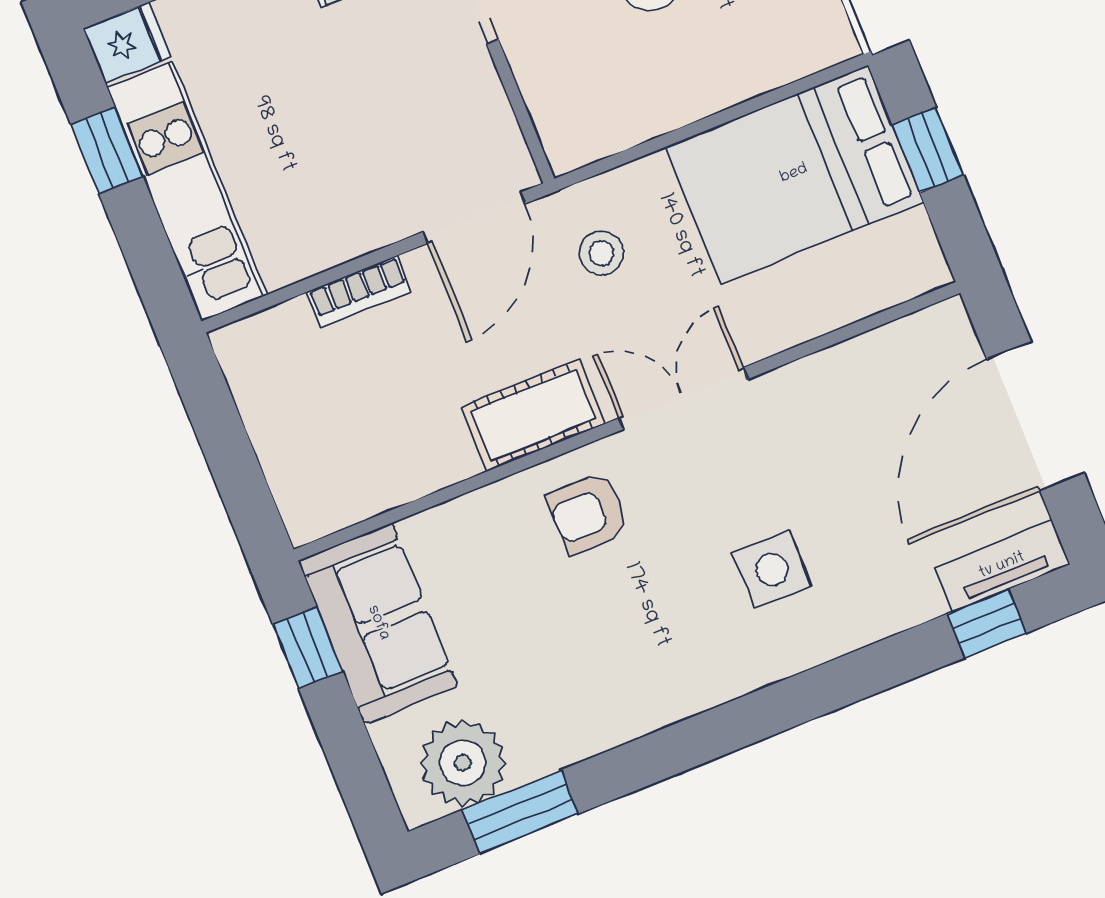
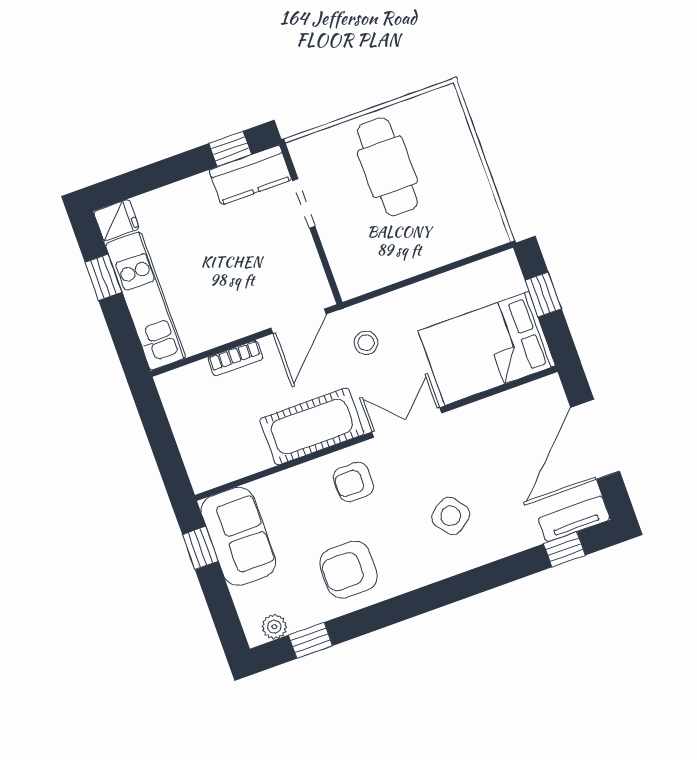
bed: (794, 174) -> (487, 348), moved
cot: (533, 415) -> (312, 426), width x1.37, depth x1.34
side table: (772, 569) -> (451, 516), turned -37
armchair: (586, 677) -> (349, 570), added
plant: (463, 763) -> (274, 627), width x0.53, depth x0.53
window: (520, 812) -> (310, 640), width x0.67

